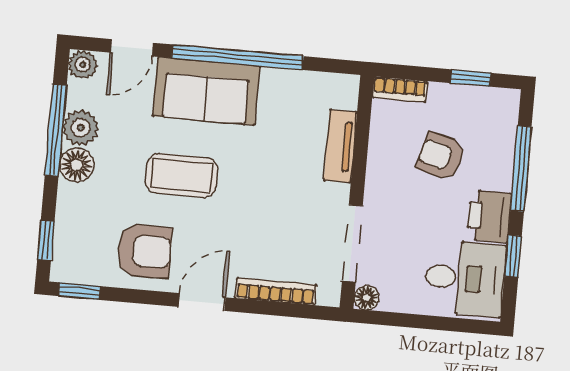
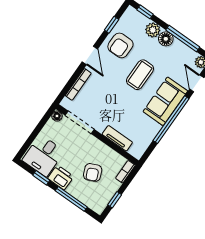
plant: (81, 128) -> (153, 30), moved
armchair: (441, 156) -> (93, 172), turned 141
window: (79, 291) -> (112, 25), moved

